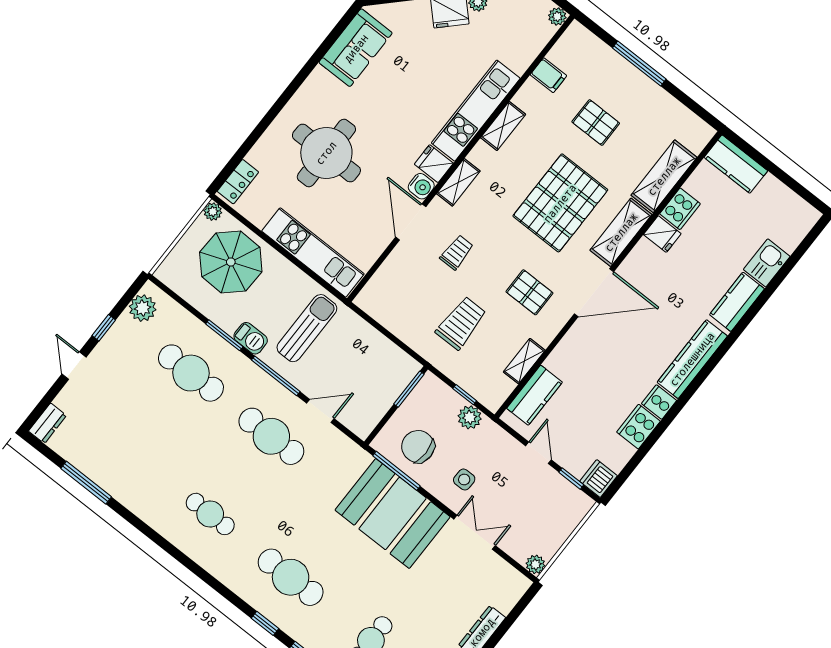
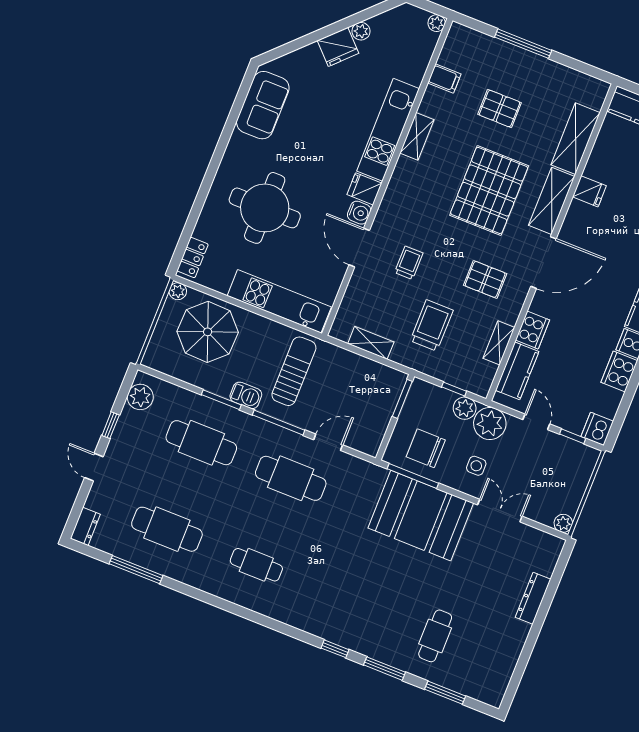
shelving: (458, 182) -> (371, 343), moved, turned 90
cooker: (680, 209) -> (533, 330), moved
plant: (491, 441) -> (490, 424), added
cafe table: (291, 577) -> (167, 529), moved

